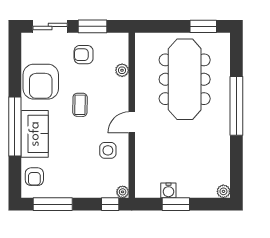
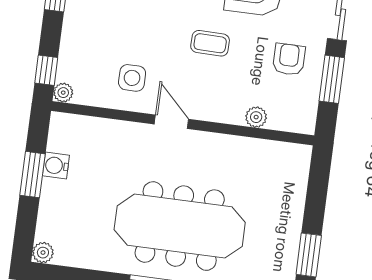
meeting table: (185, 79) -> (180, 226), moved

